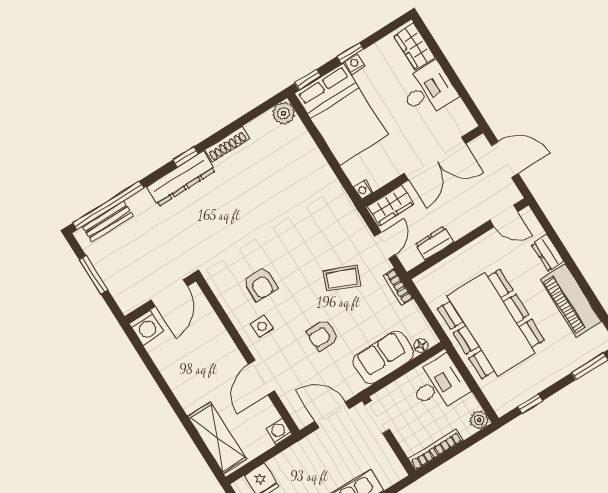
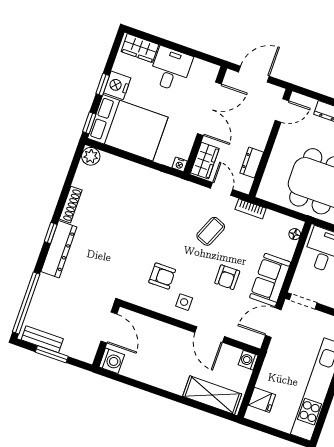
nightstand: (355, 64) -> (117, 85), width x1.89, depth x1.79
bench: (108, 222) -> (42, 339), moved, turned 90
sofa: (383, 357) -> (270, 280), moved

